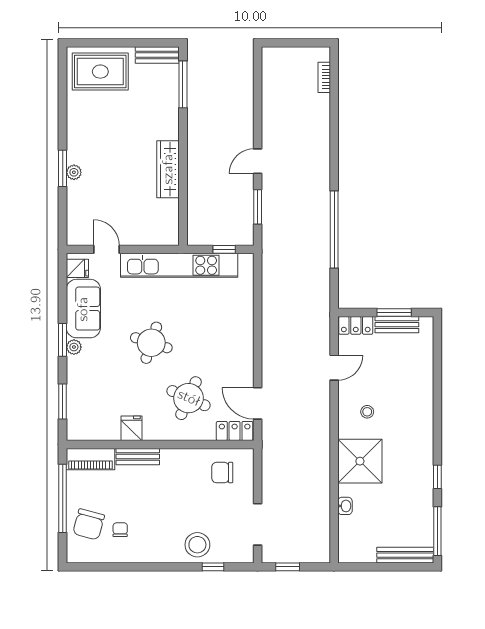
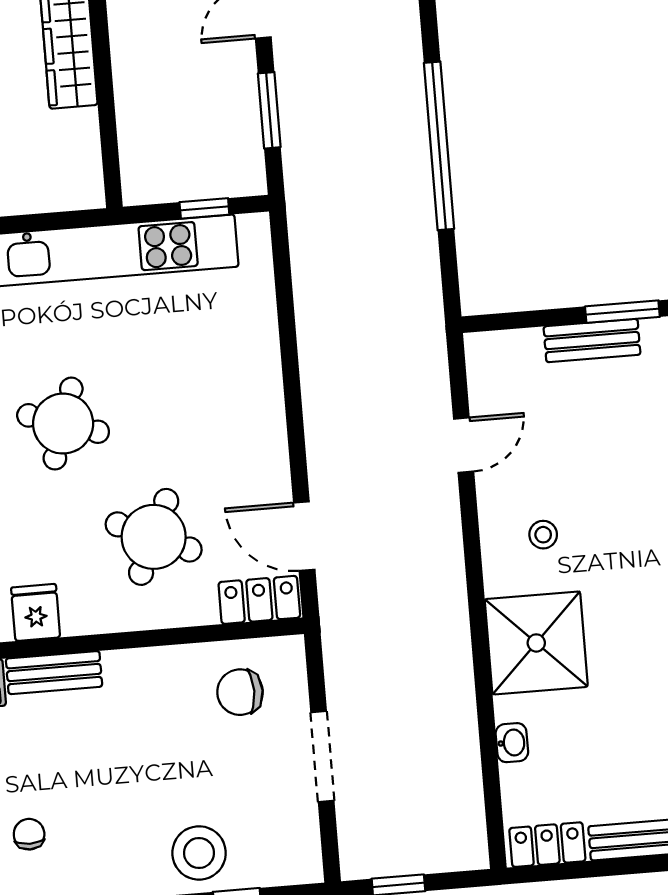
window: (394, 313) -> (622, 312), moved
locker: (356, 325) -> (547, 845), moved, turned 180
doorway: (258, 524) -> (322, 757), moved

